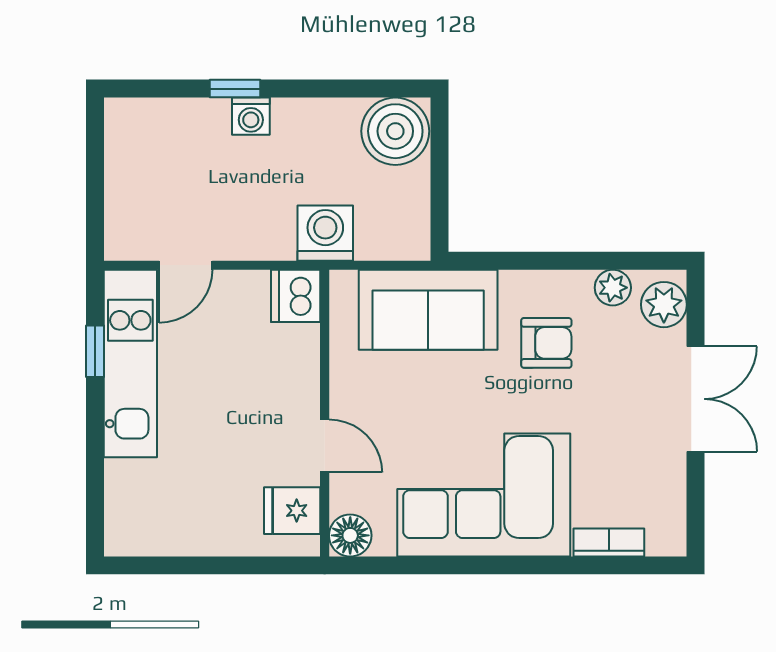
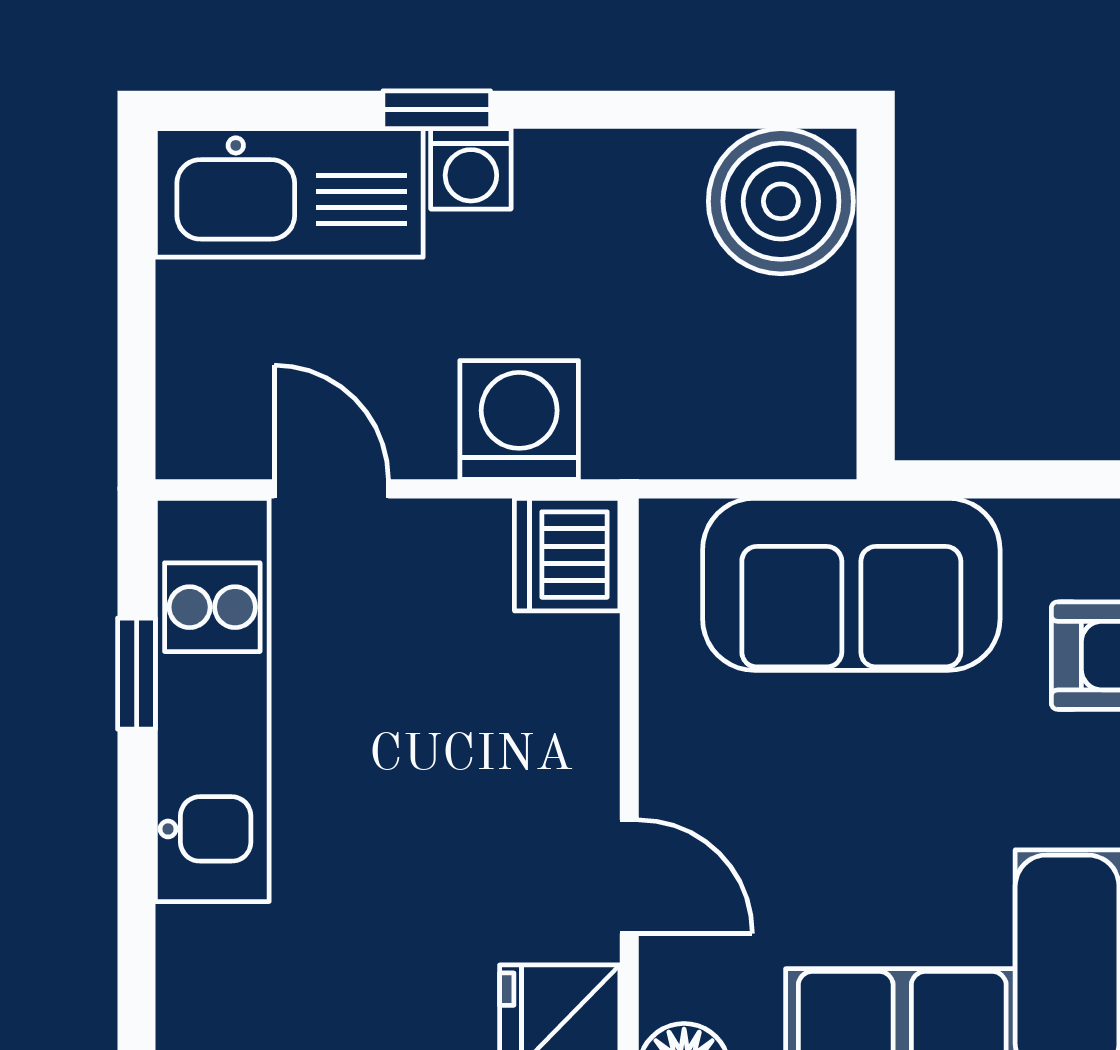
kitchen sink: (166, 127) -> (289, 193), added
washing machine: (325, 233) -> (519, 420), moved
door: (186, 265) -> (331, 489), swing flipped

